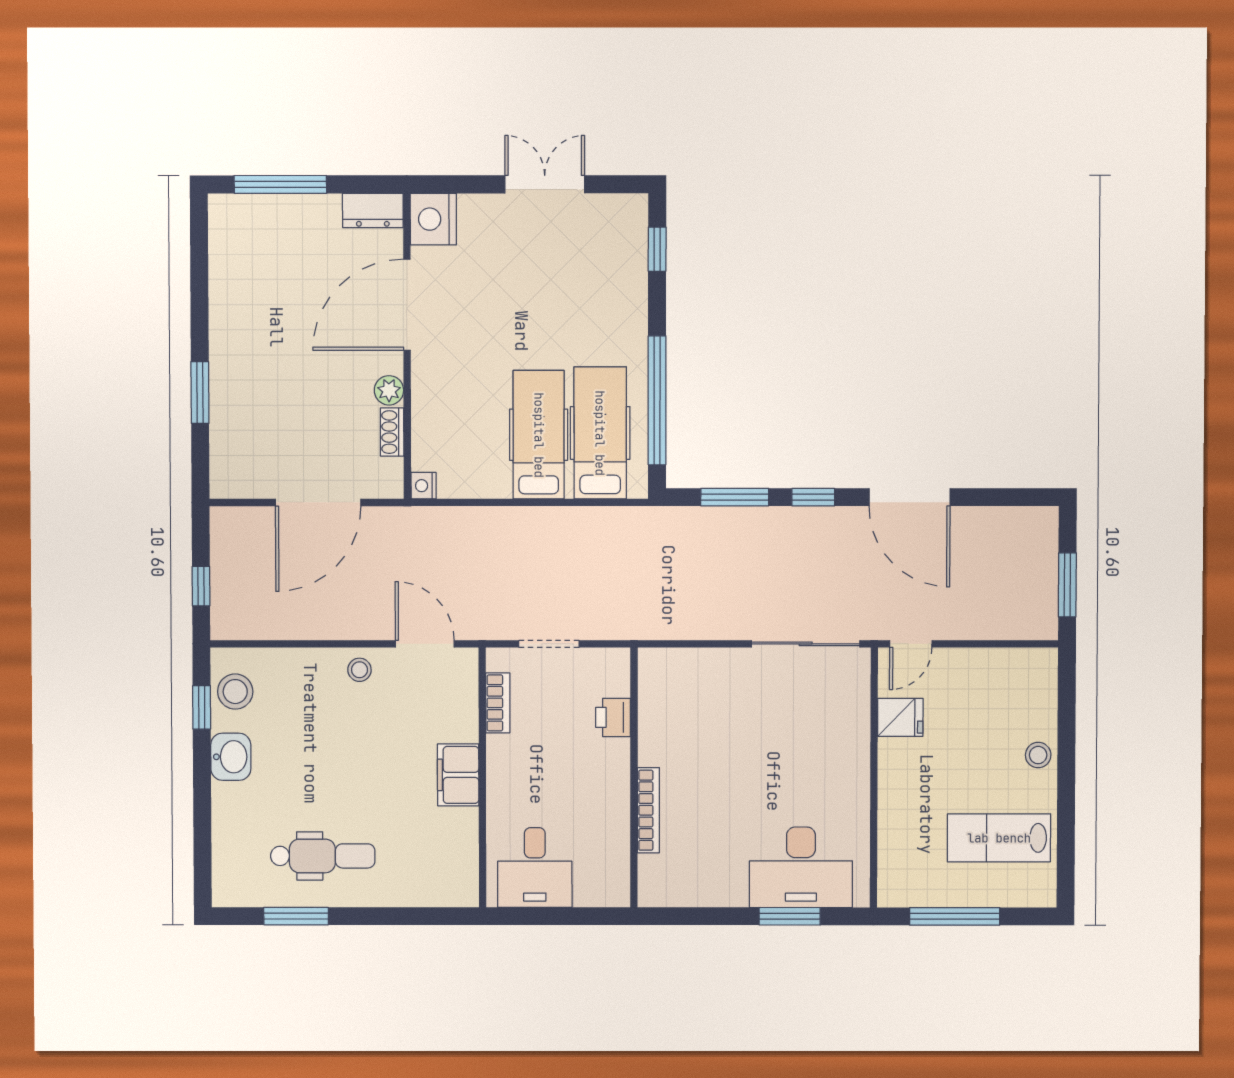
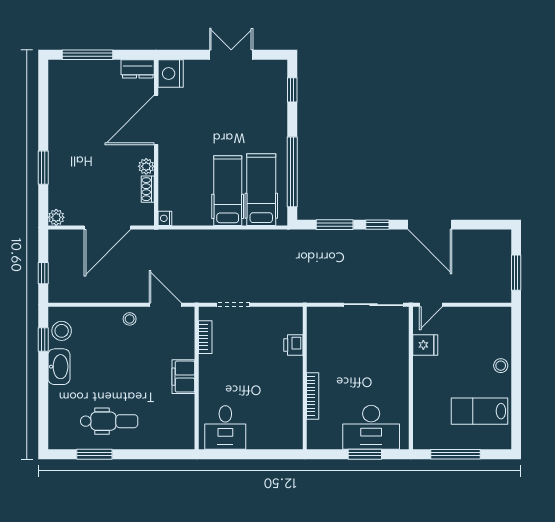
plant: (224, 484) -> (56, 217), added
printer: (613, 717) -> (293, 345), moved
washbasin: (231, 757) -> (59, 367), width x1.38
wall: (634, 778) -> (305, 378), moved
bookcase: (648, 810) -> (313, 396), moved

